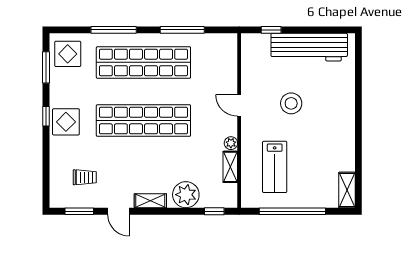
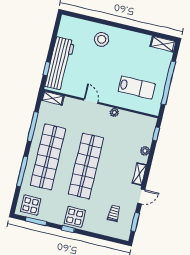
workbench: (309, 47) -> (60, 64), moved
stool: (291, 103) -> (102, 39), moved
door: (239, 105) -> (91, 101), swing flipped
shelving: (230, 167) -> (53, 98), moved
plant: (186, 195) -> (145, 151), width x0.53, depth x0.53

